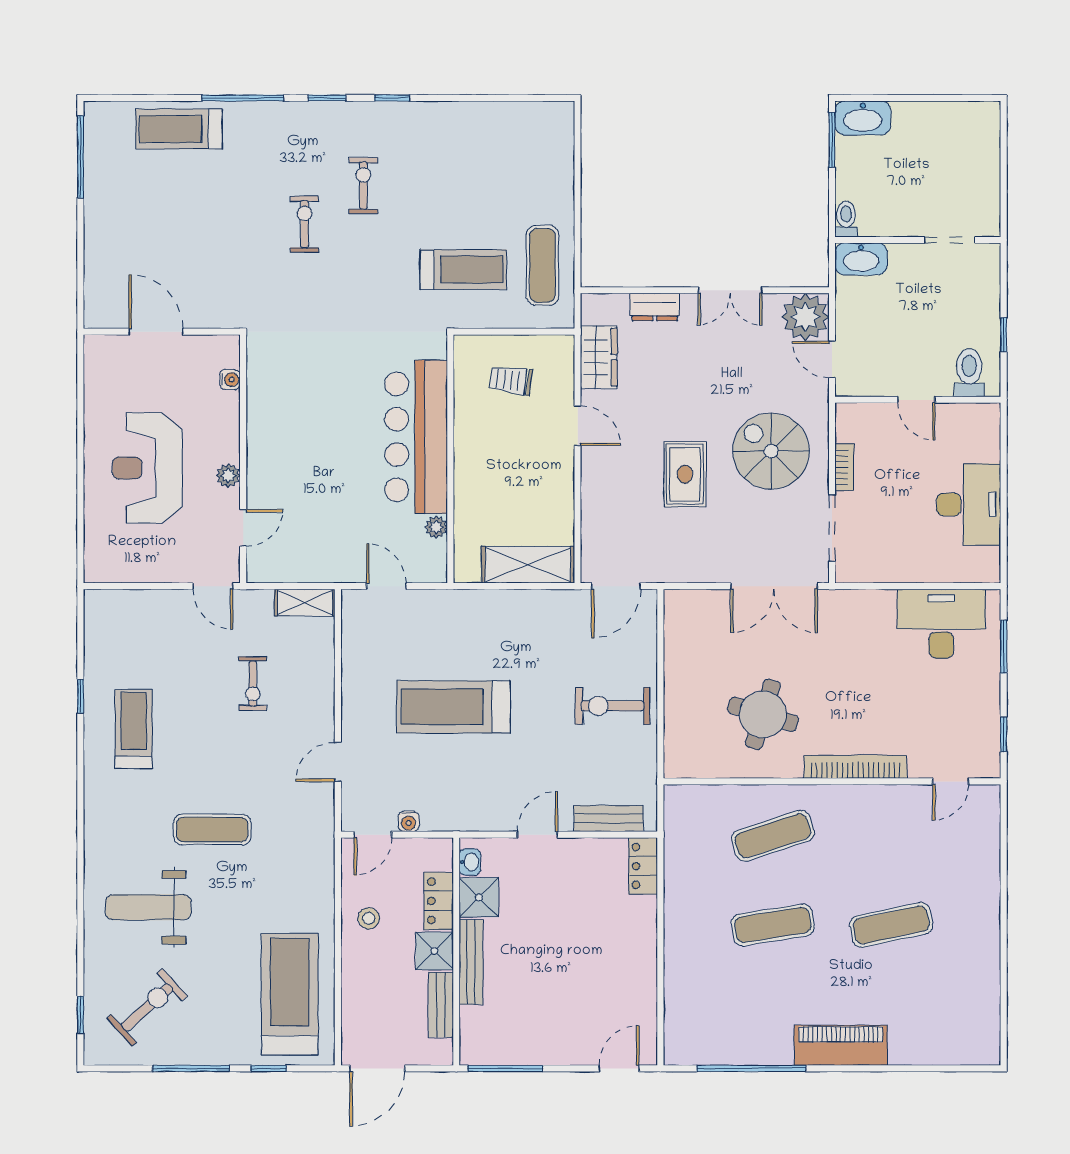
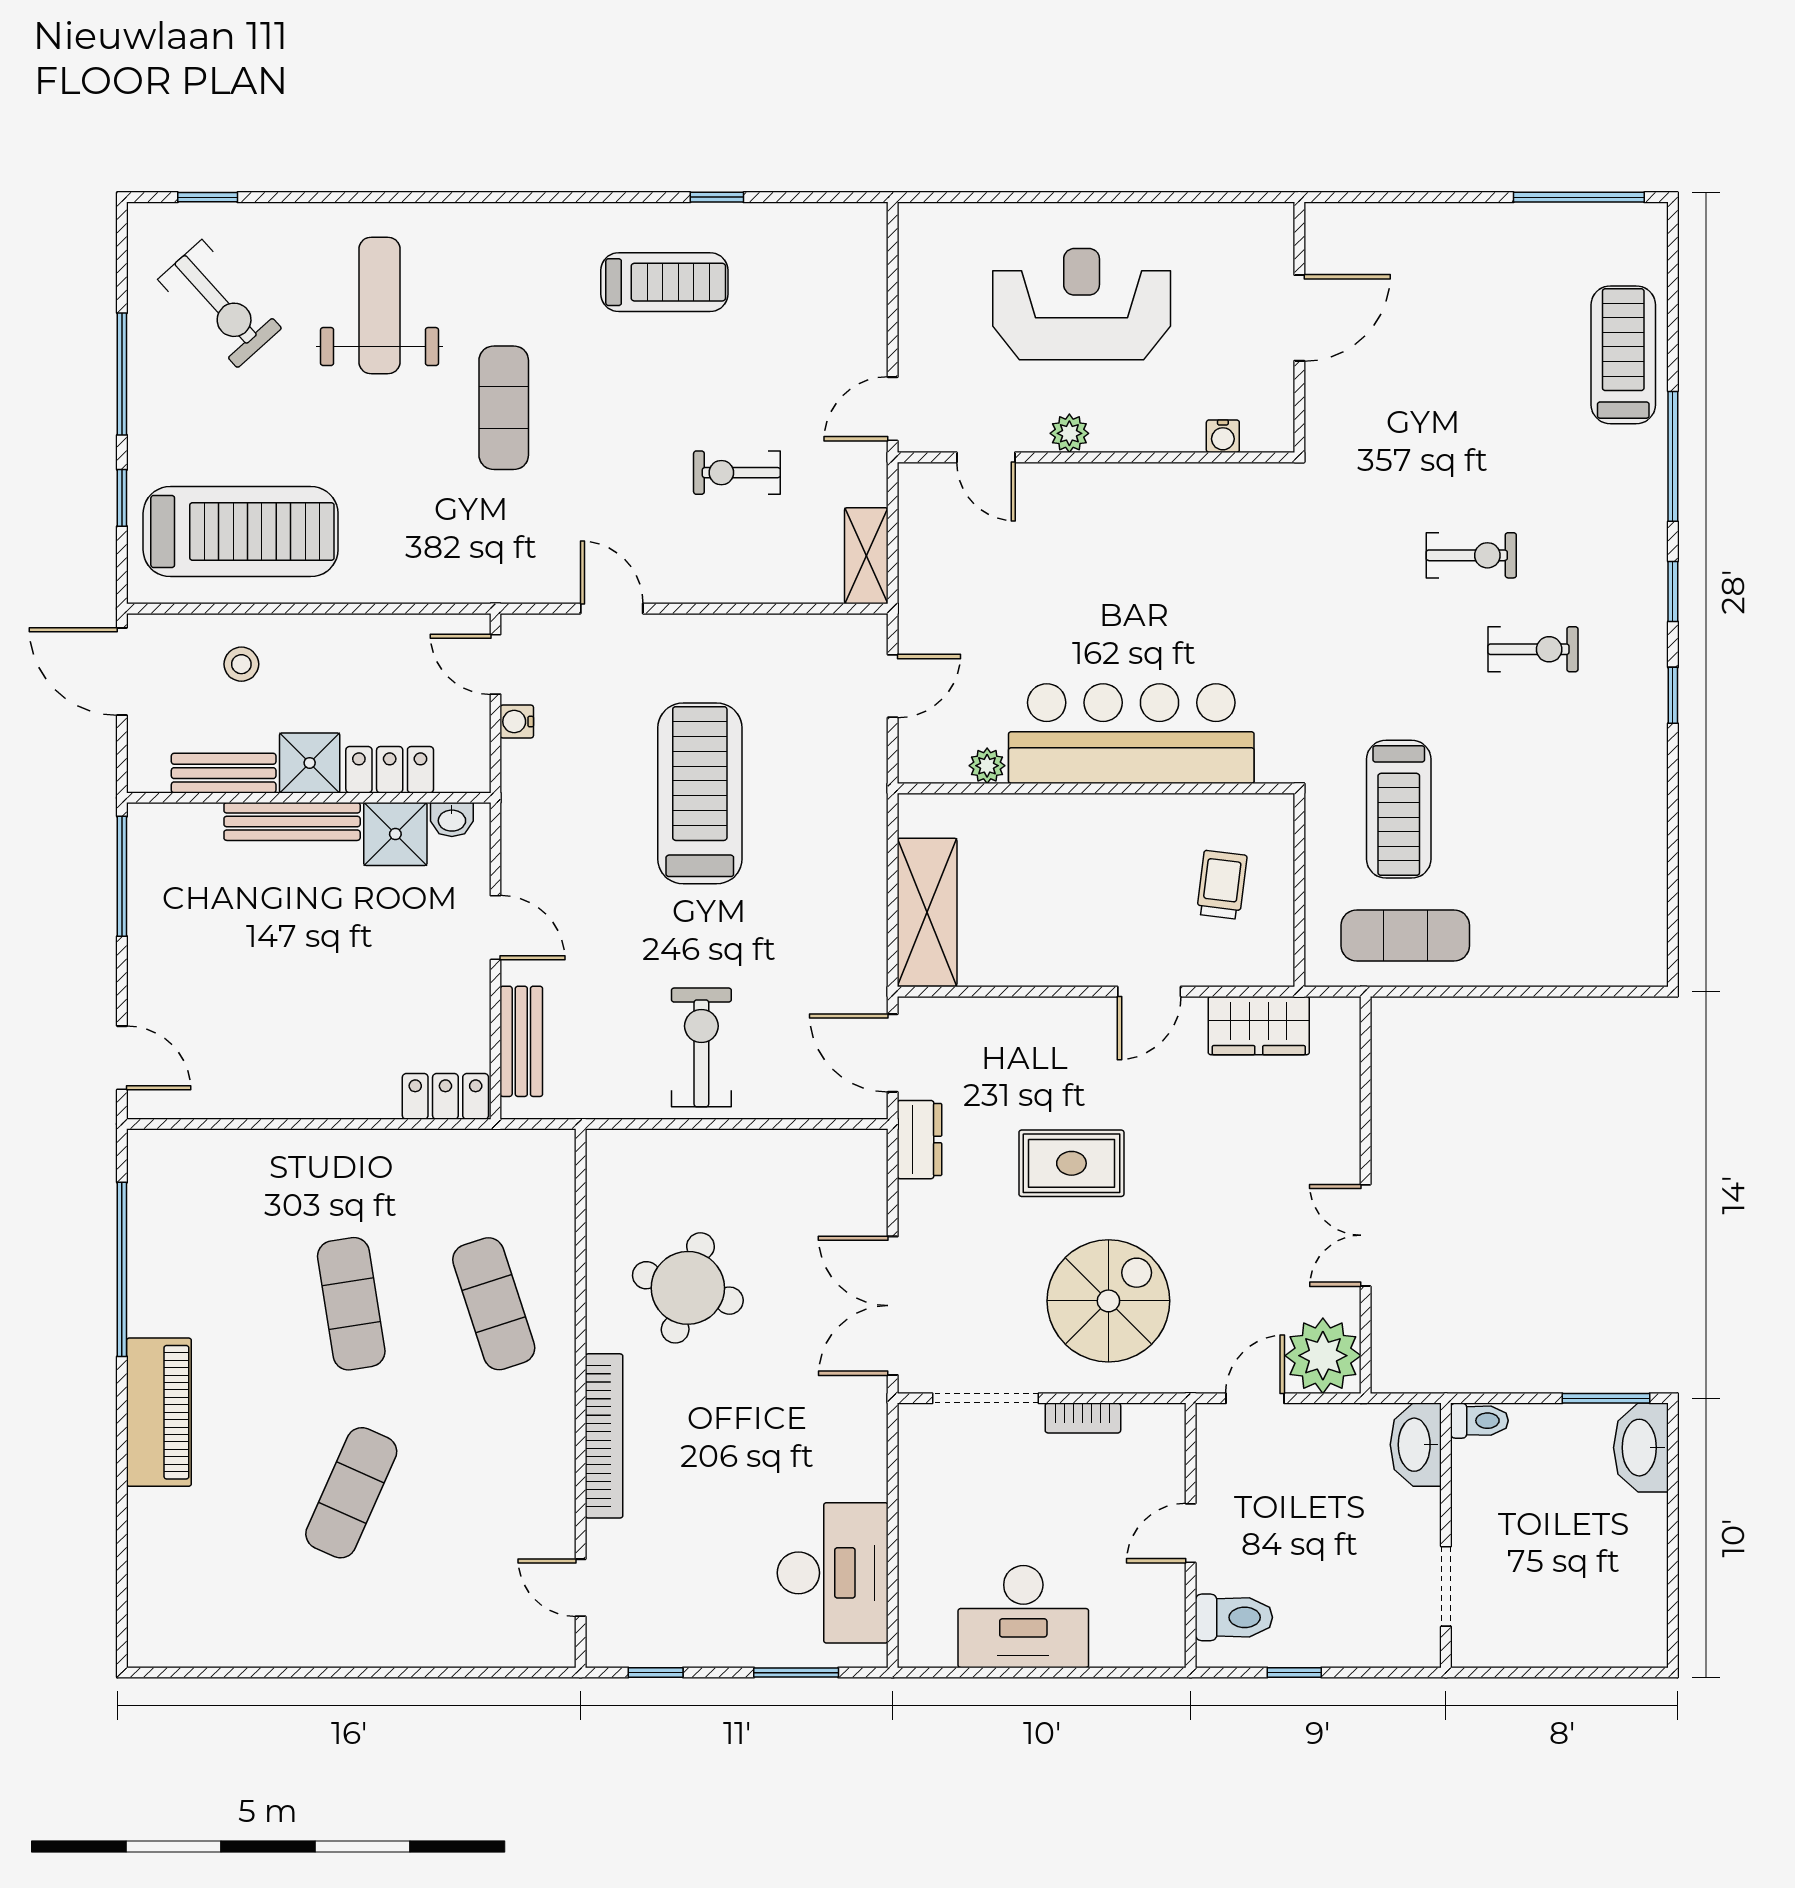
dresser: (655, 307) -> (919, 1140), moved, turned 180
stool: (369, 918) -> (241, 664), moved
exercise mat: (891, 925) -> (351, 1493), turned 36

